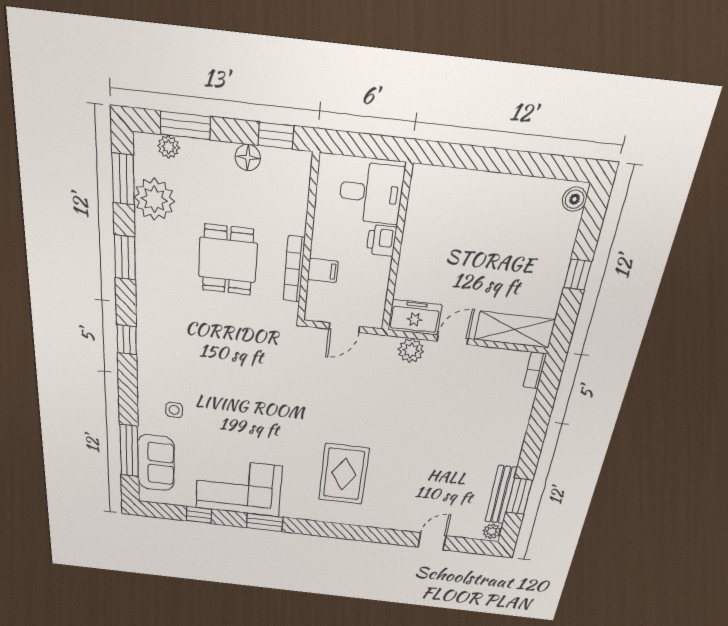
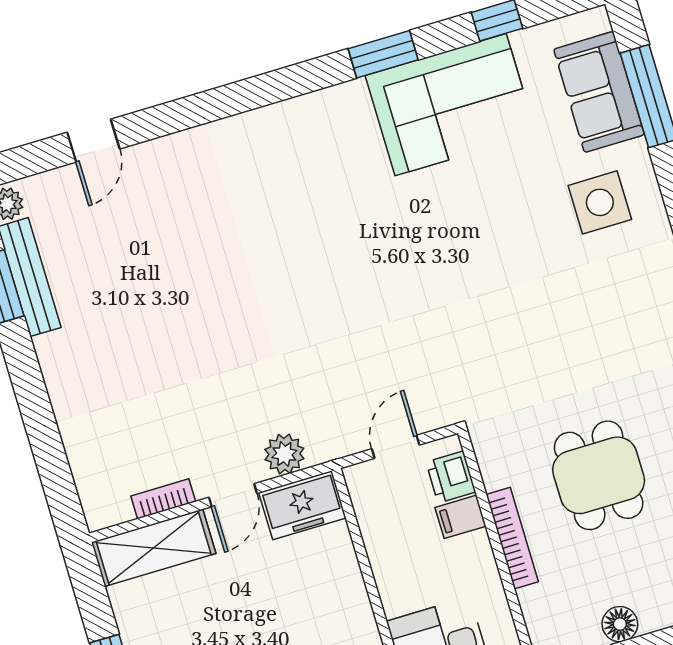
printer: (382, 241) -> (451, 477), moved, turned 180
bookcase: (294, 269) -> (512, 538), moved
bookcase: (535, 370) -> (163, 499), moved, turned -90
side table: (174, 410) -> (600, 202), width x1.87, depth x1.87
rug: (344, 474) -> (293, 204), removed

